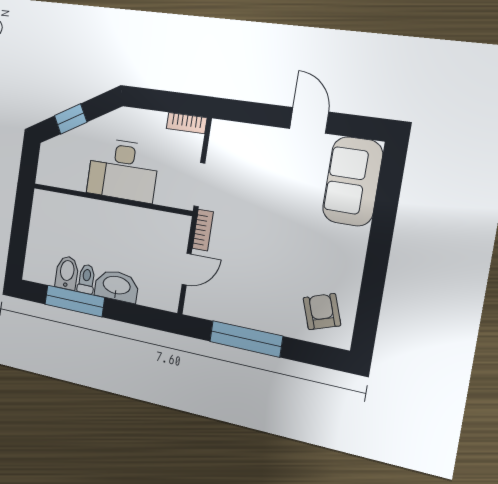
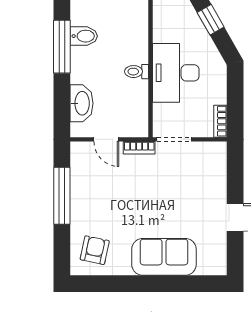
sofa: (353, 181) -> (164, 257), moved
toilet: (86, 279) -> (137, 72), moved, turned 180
washbasin: (117, 286) -> (81, 103), moved
armchair: (322, 312) -> (95, 250), turned -59

